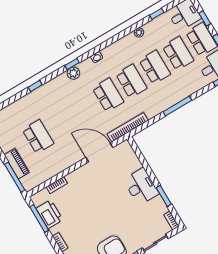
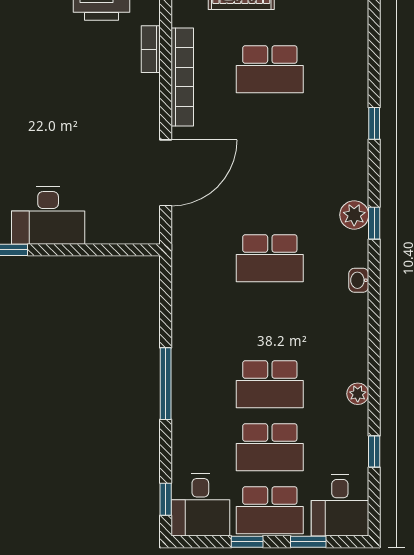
school desk: (131, 81) -> (270, 321), removed
bookcase: (128, 127) -> (182, 77), moved

